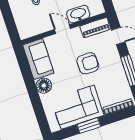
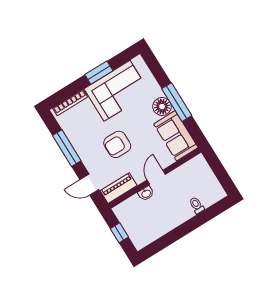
washbasin: (78, 14) -> (146, 193), width x0.52, depth x0.69
door: (62, 29) -> (156, 177), swing flipped
window: (31, 86) -> (177, 102), added

